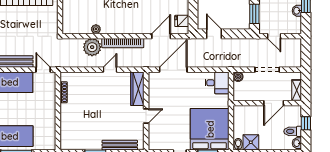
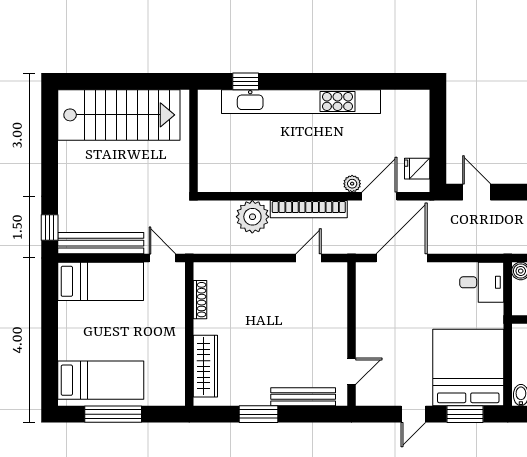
plant: (96, 29) -> (352, 184), moved
door: (110, 70) -> (308, 258), moved
wardrobe: (137, 89) -> (205, 366), moved, turned 180
door: (146, 116) -> (352, 371), moved

